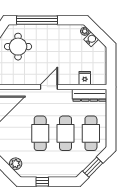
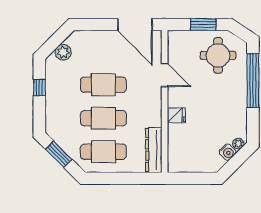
fridge: (85, 78) -> (176, 115), moved
door: (49, 87) -> (165, 75), moved

